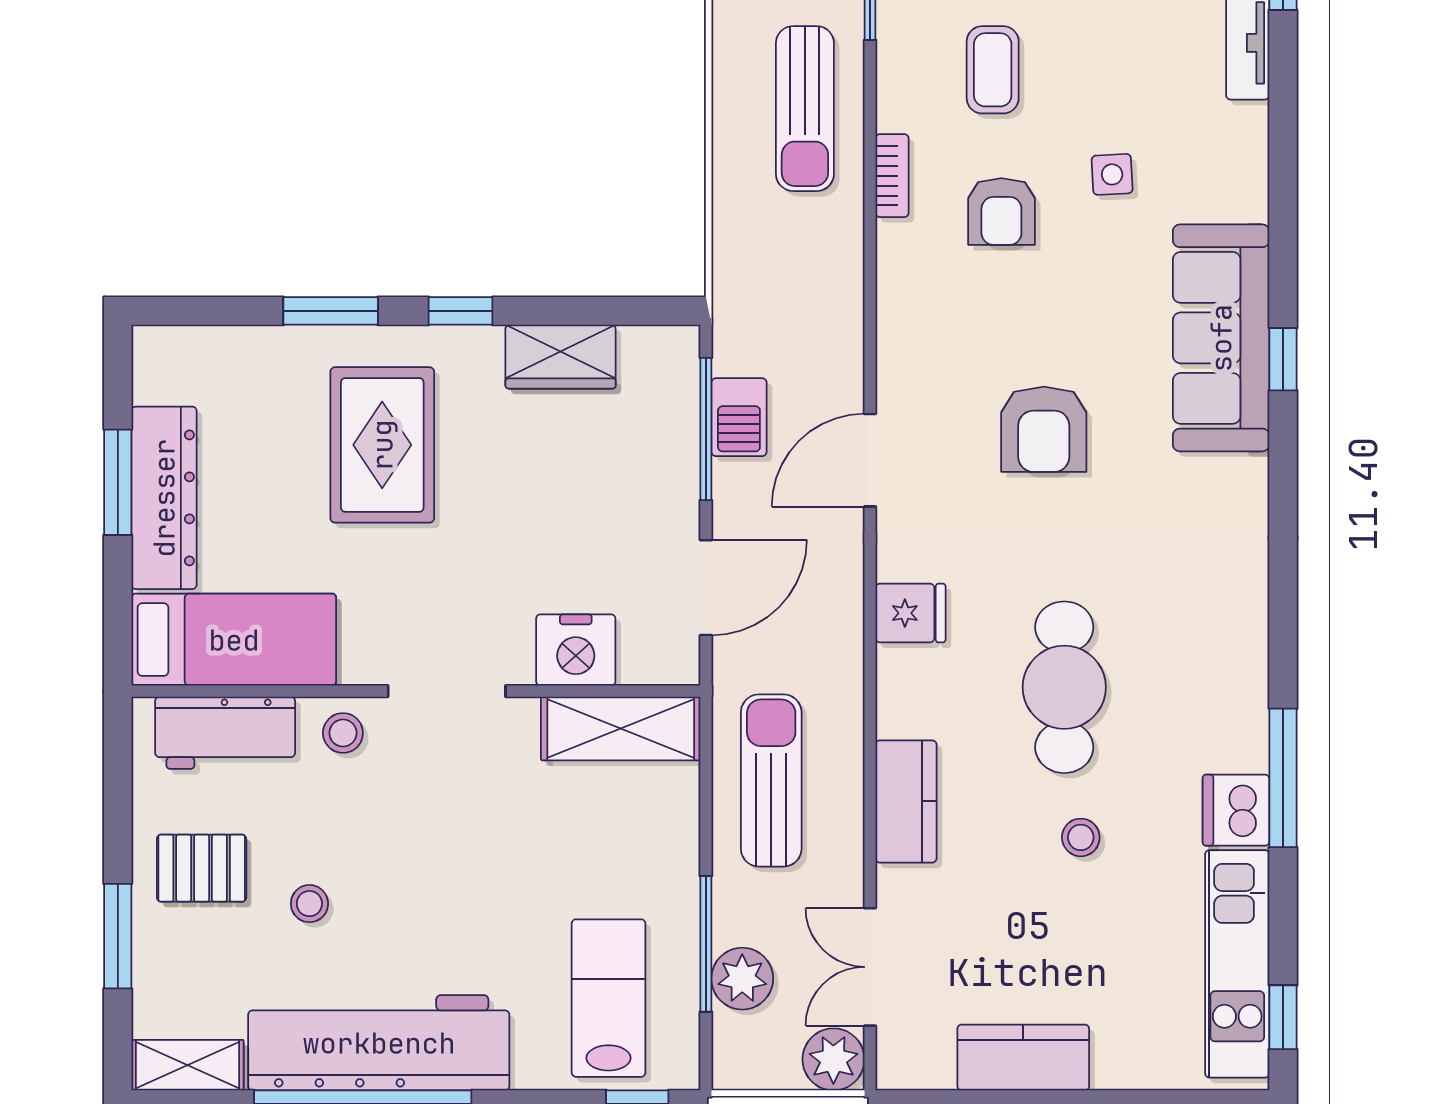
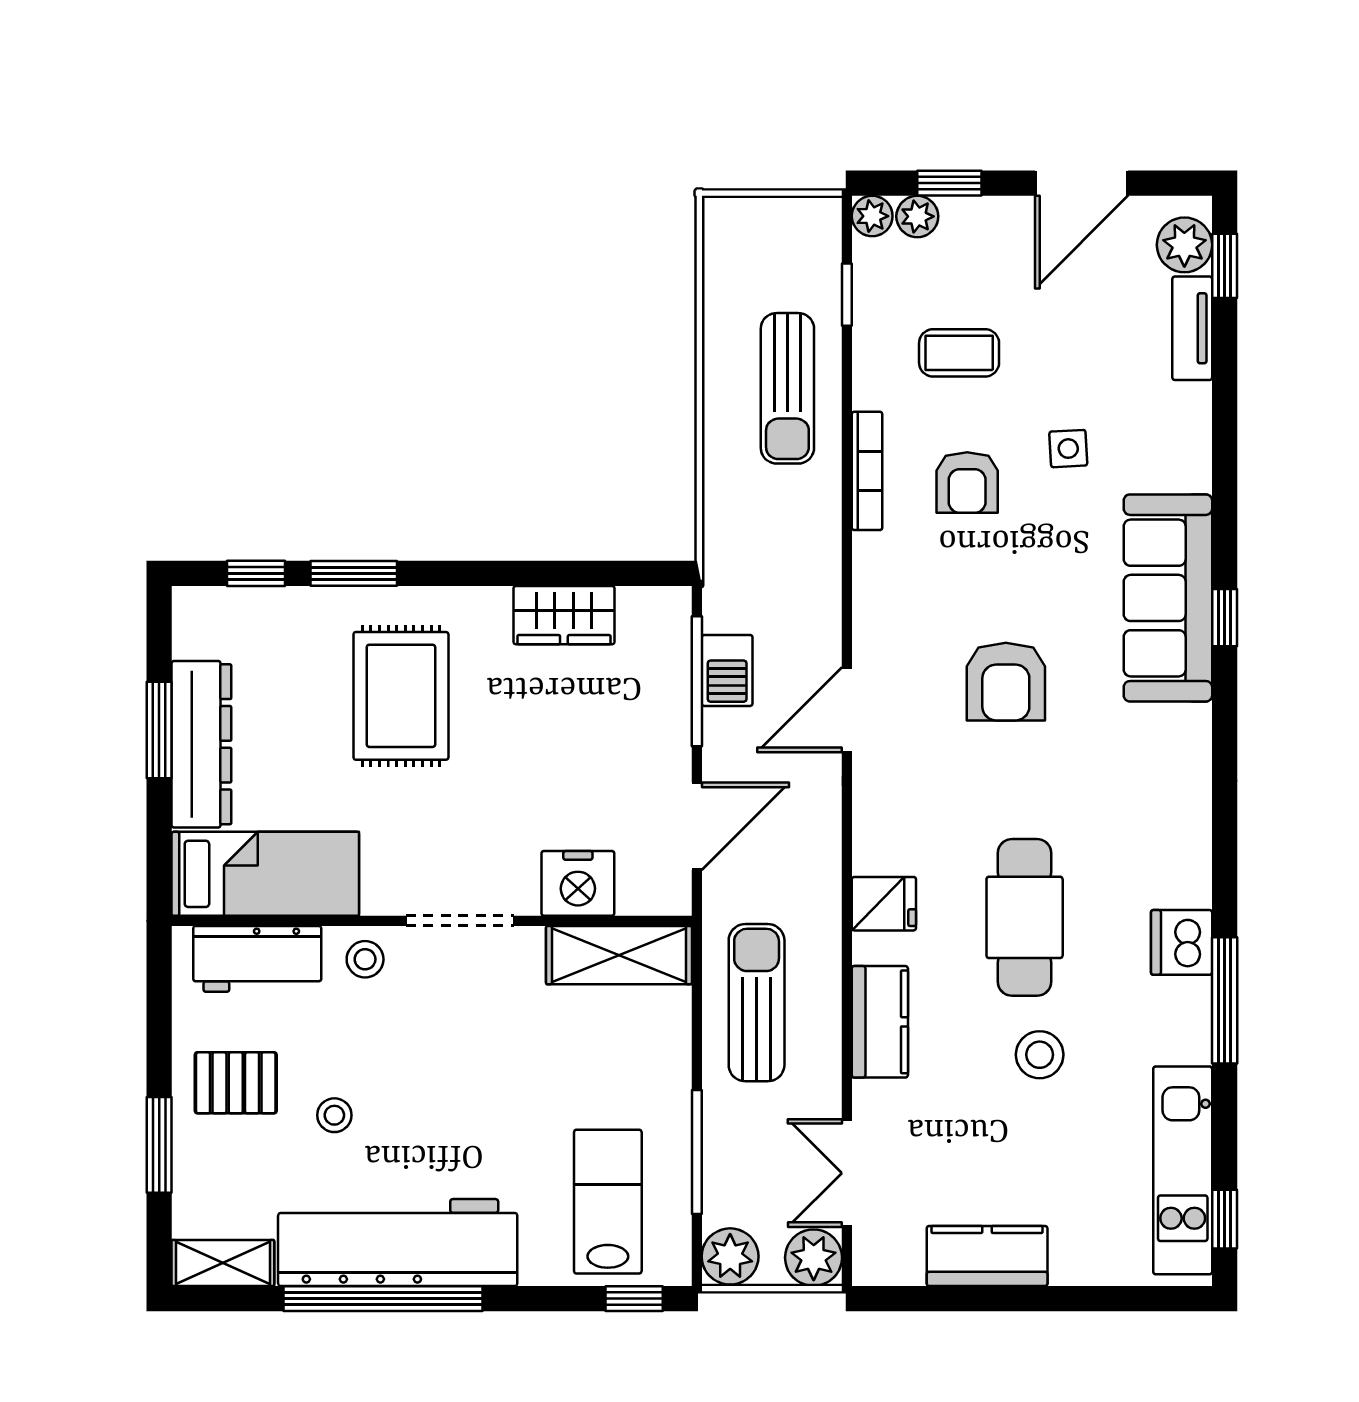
coffee table: (993, 70) -> (959, 353), turned 90
bookcase: (892, 176) -> (867, 471), width x1.56
window: (460, 311) -> (256, 573), moved
fridge: (910, 613) -> (884, 904), moved
dishwasher: (1236, 810) -> (1182, 942), moved
stool: (1081, 837) -> (1040, 1055), width x1.37, depth x1.37
plant: (742, 979) -> (730, 1256), moved

